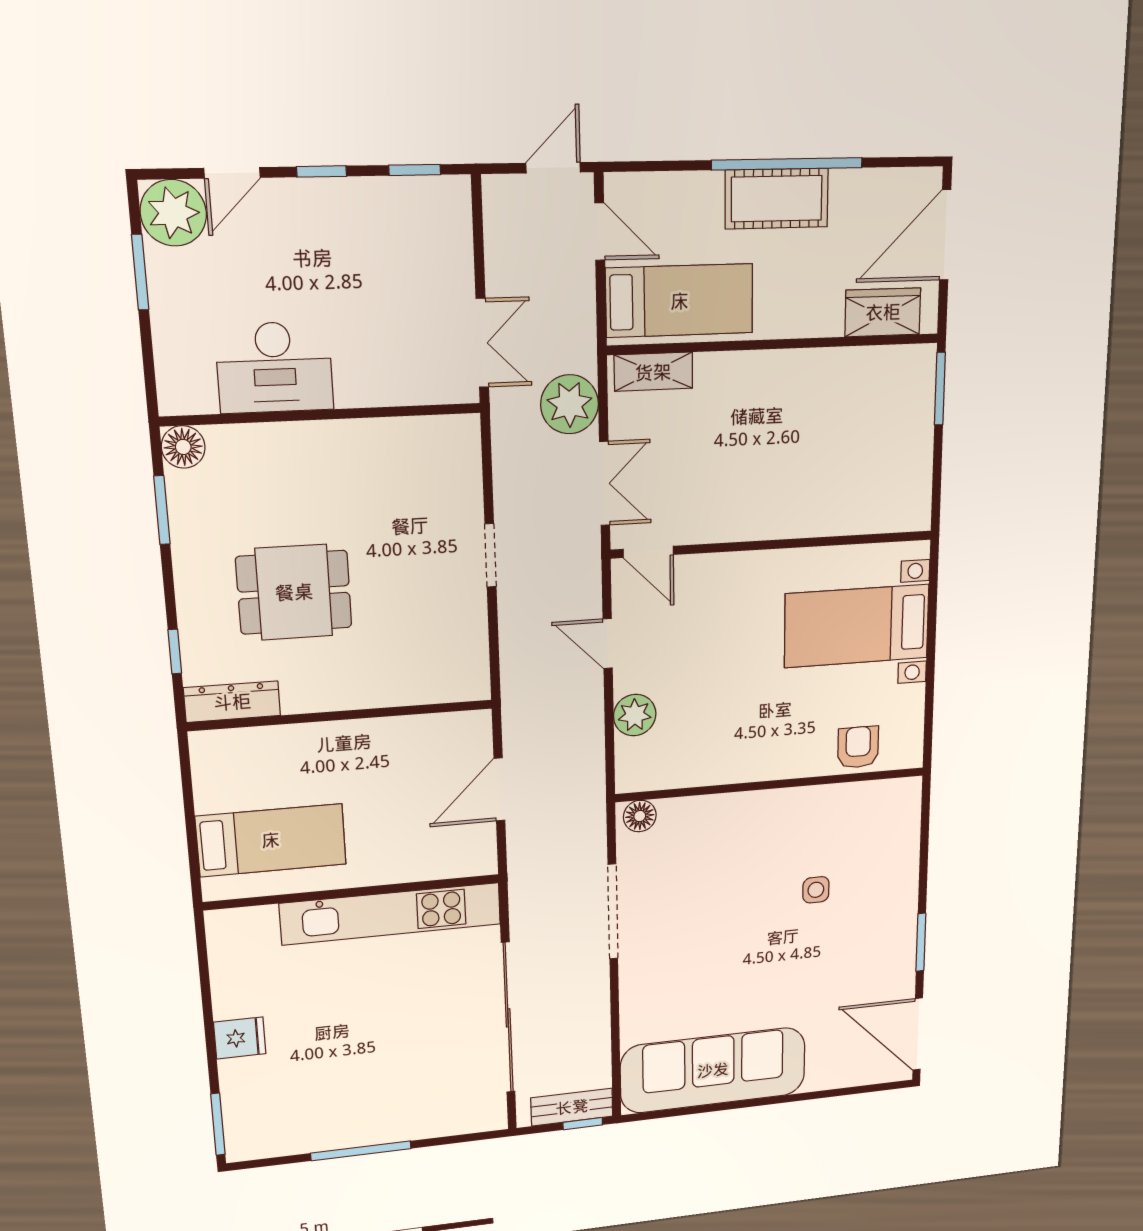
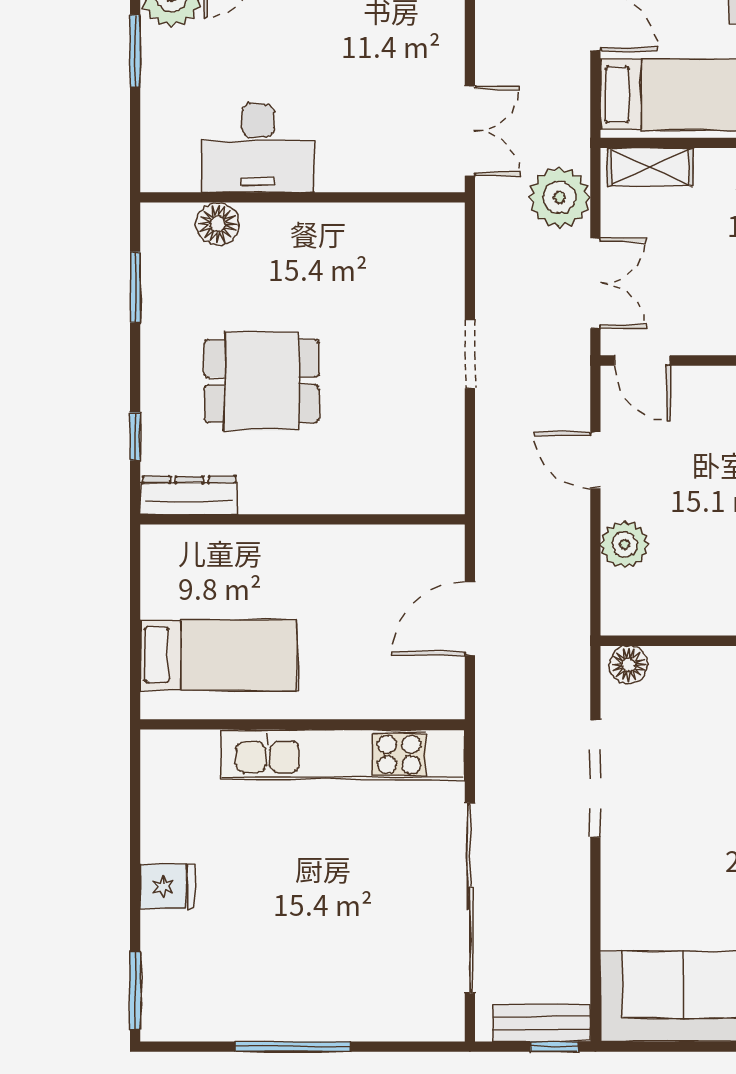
floor lamp: (183, 447) -> (218, 224), moved

